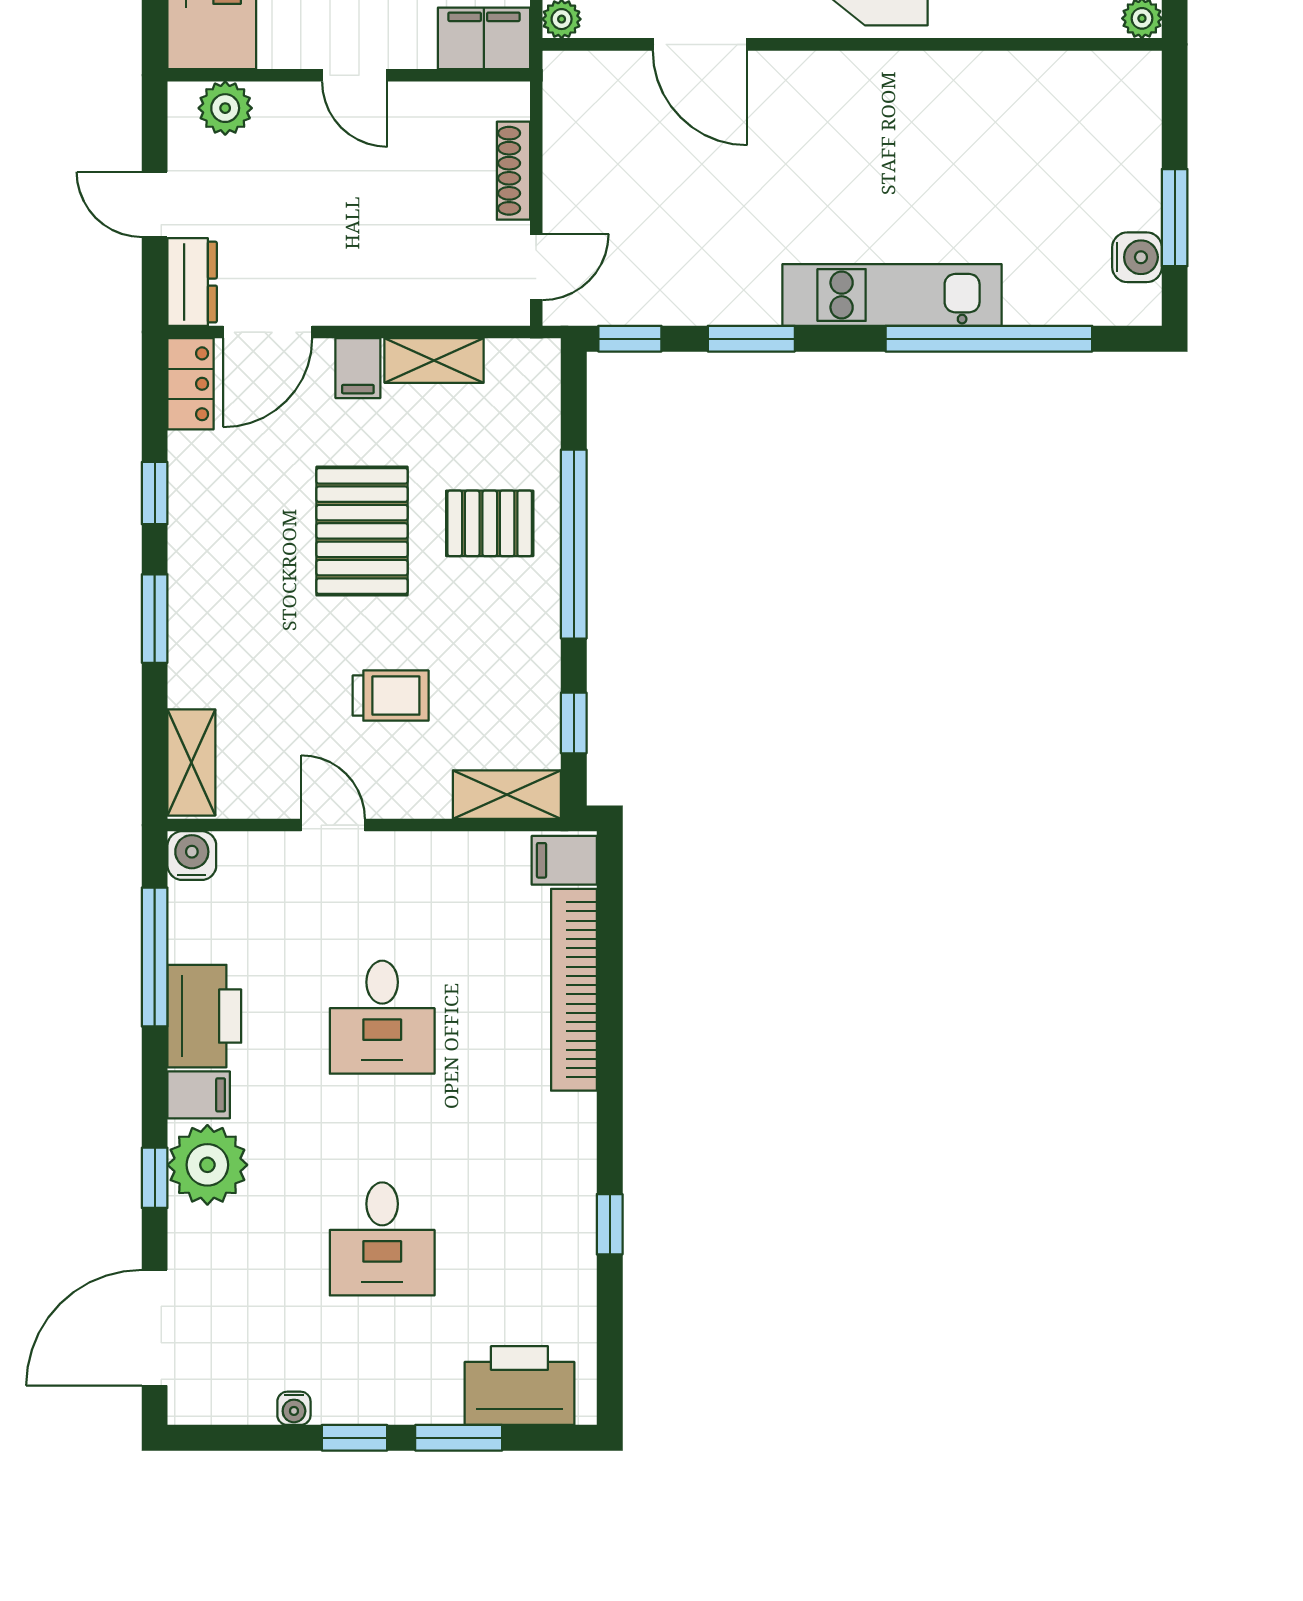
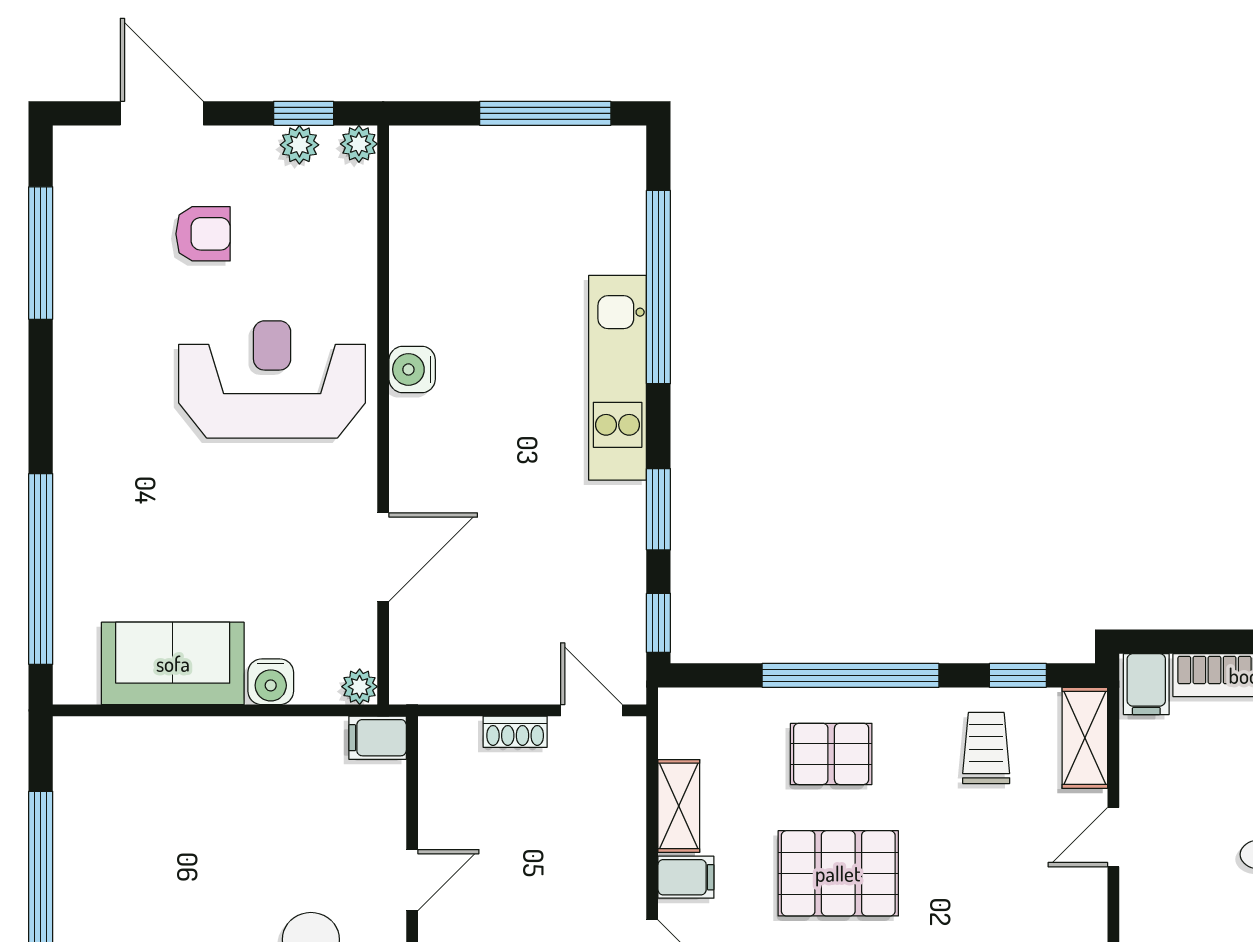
filing cabinet: (484, 38) -> (378, 738), width x0.50
shoe rack: (513, 171) -> (515, 732), width x0.70
window: (1175, 218) -> (545, 113), width x1.44
water cooler: (1137, 257) -> (412, 369), moved, turned -90
pallet: (490, 523) -> (831, 754), turned 90
trolley: (391, 696) -> (986, 748), moved
door: (333, 825) -> (1113, 837), moved

